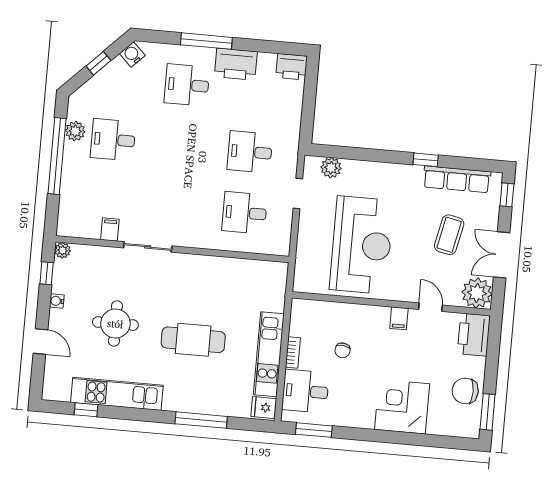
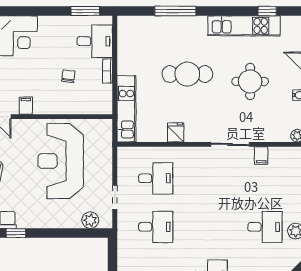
kitchen unit: (269, 354) -> (126, 109), moved
fridge: (264, 408) -> (176, 132), moved, turned -90

